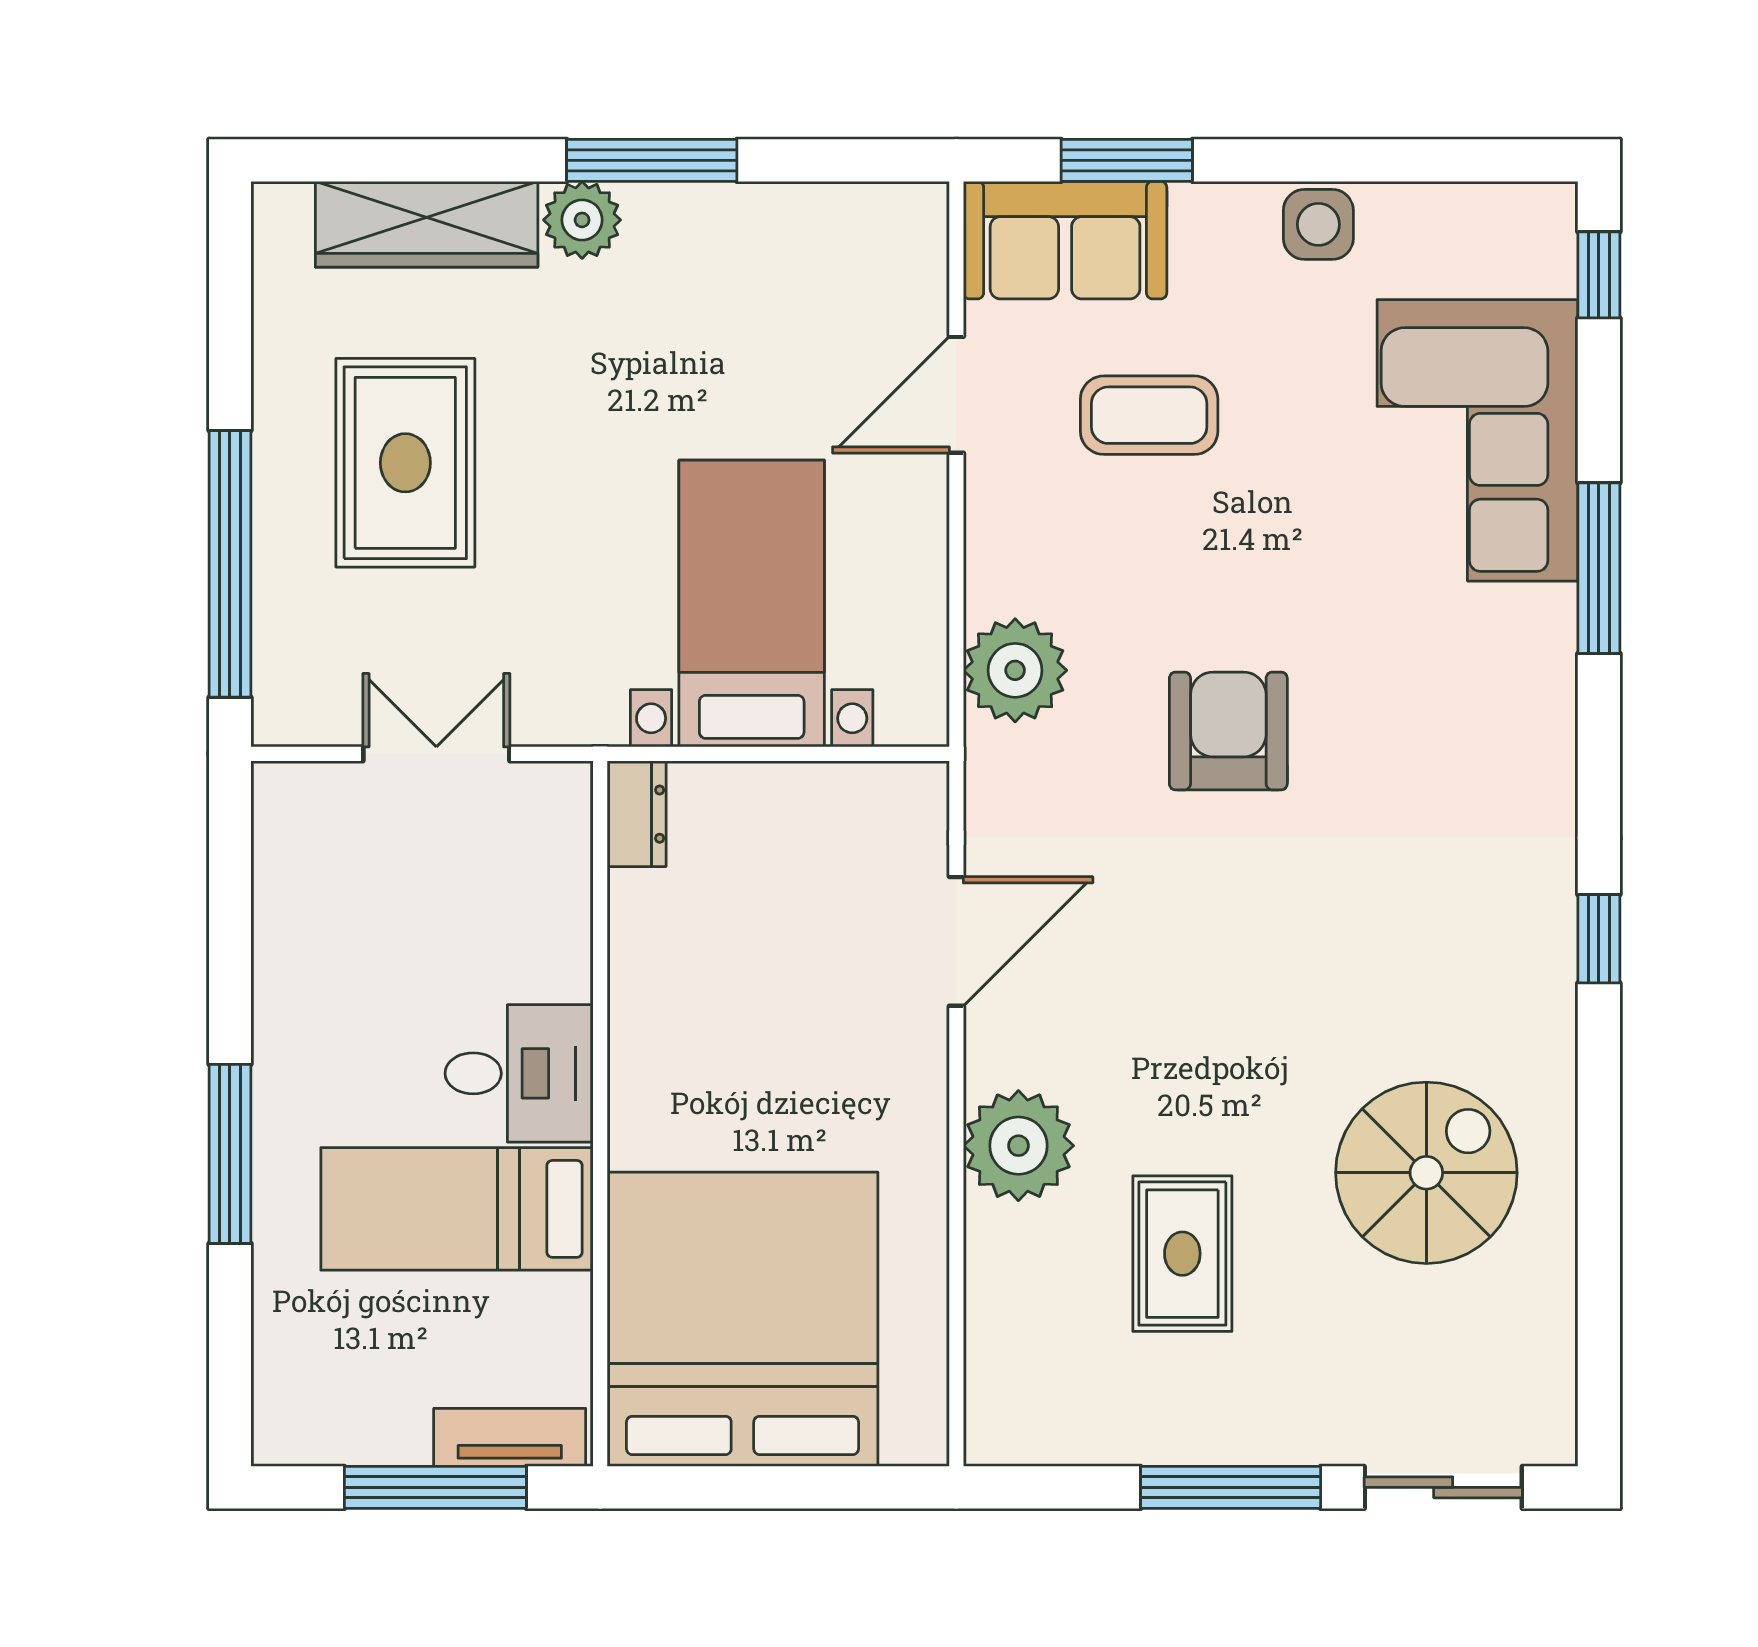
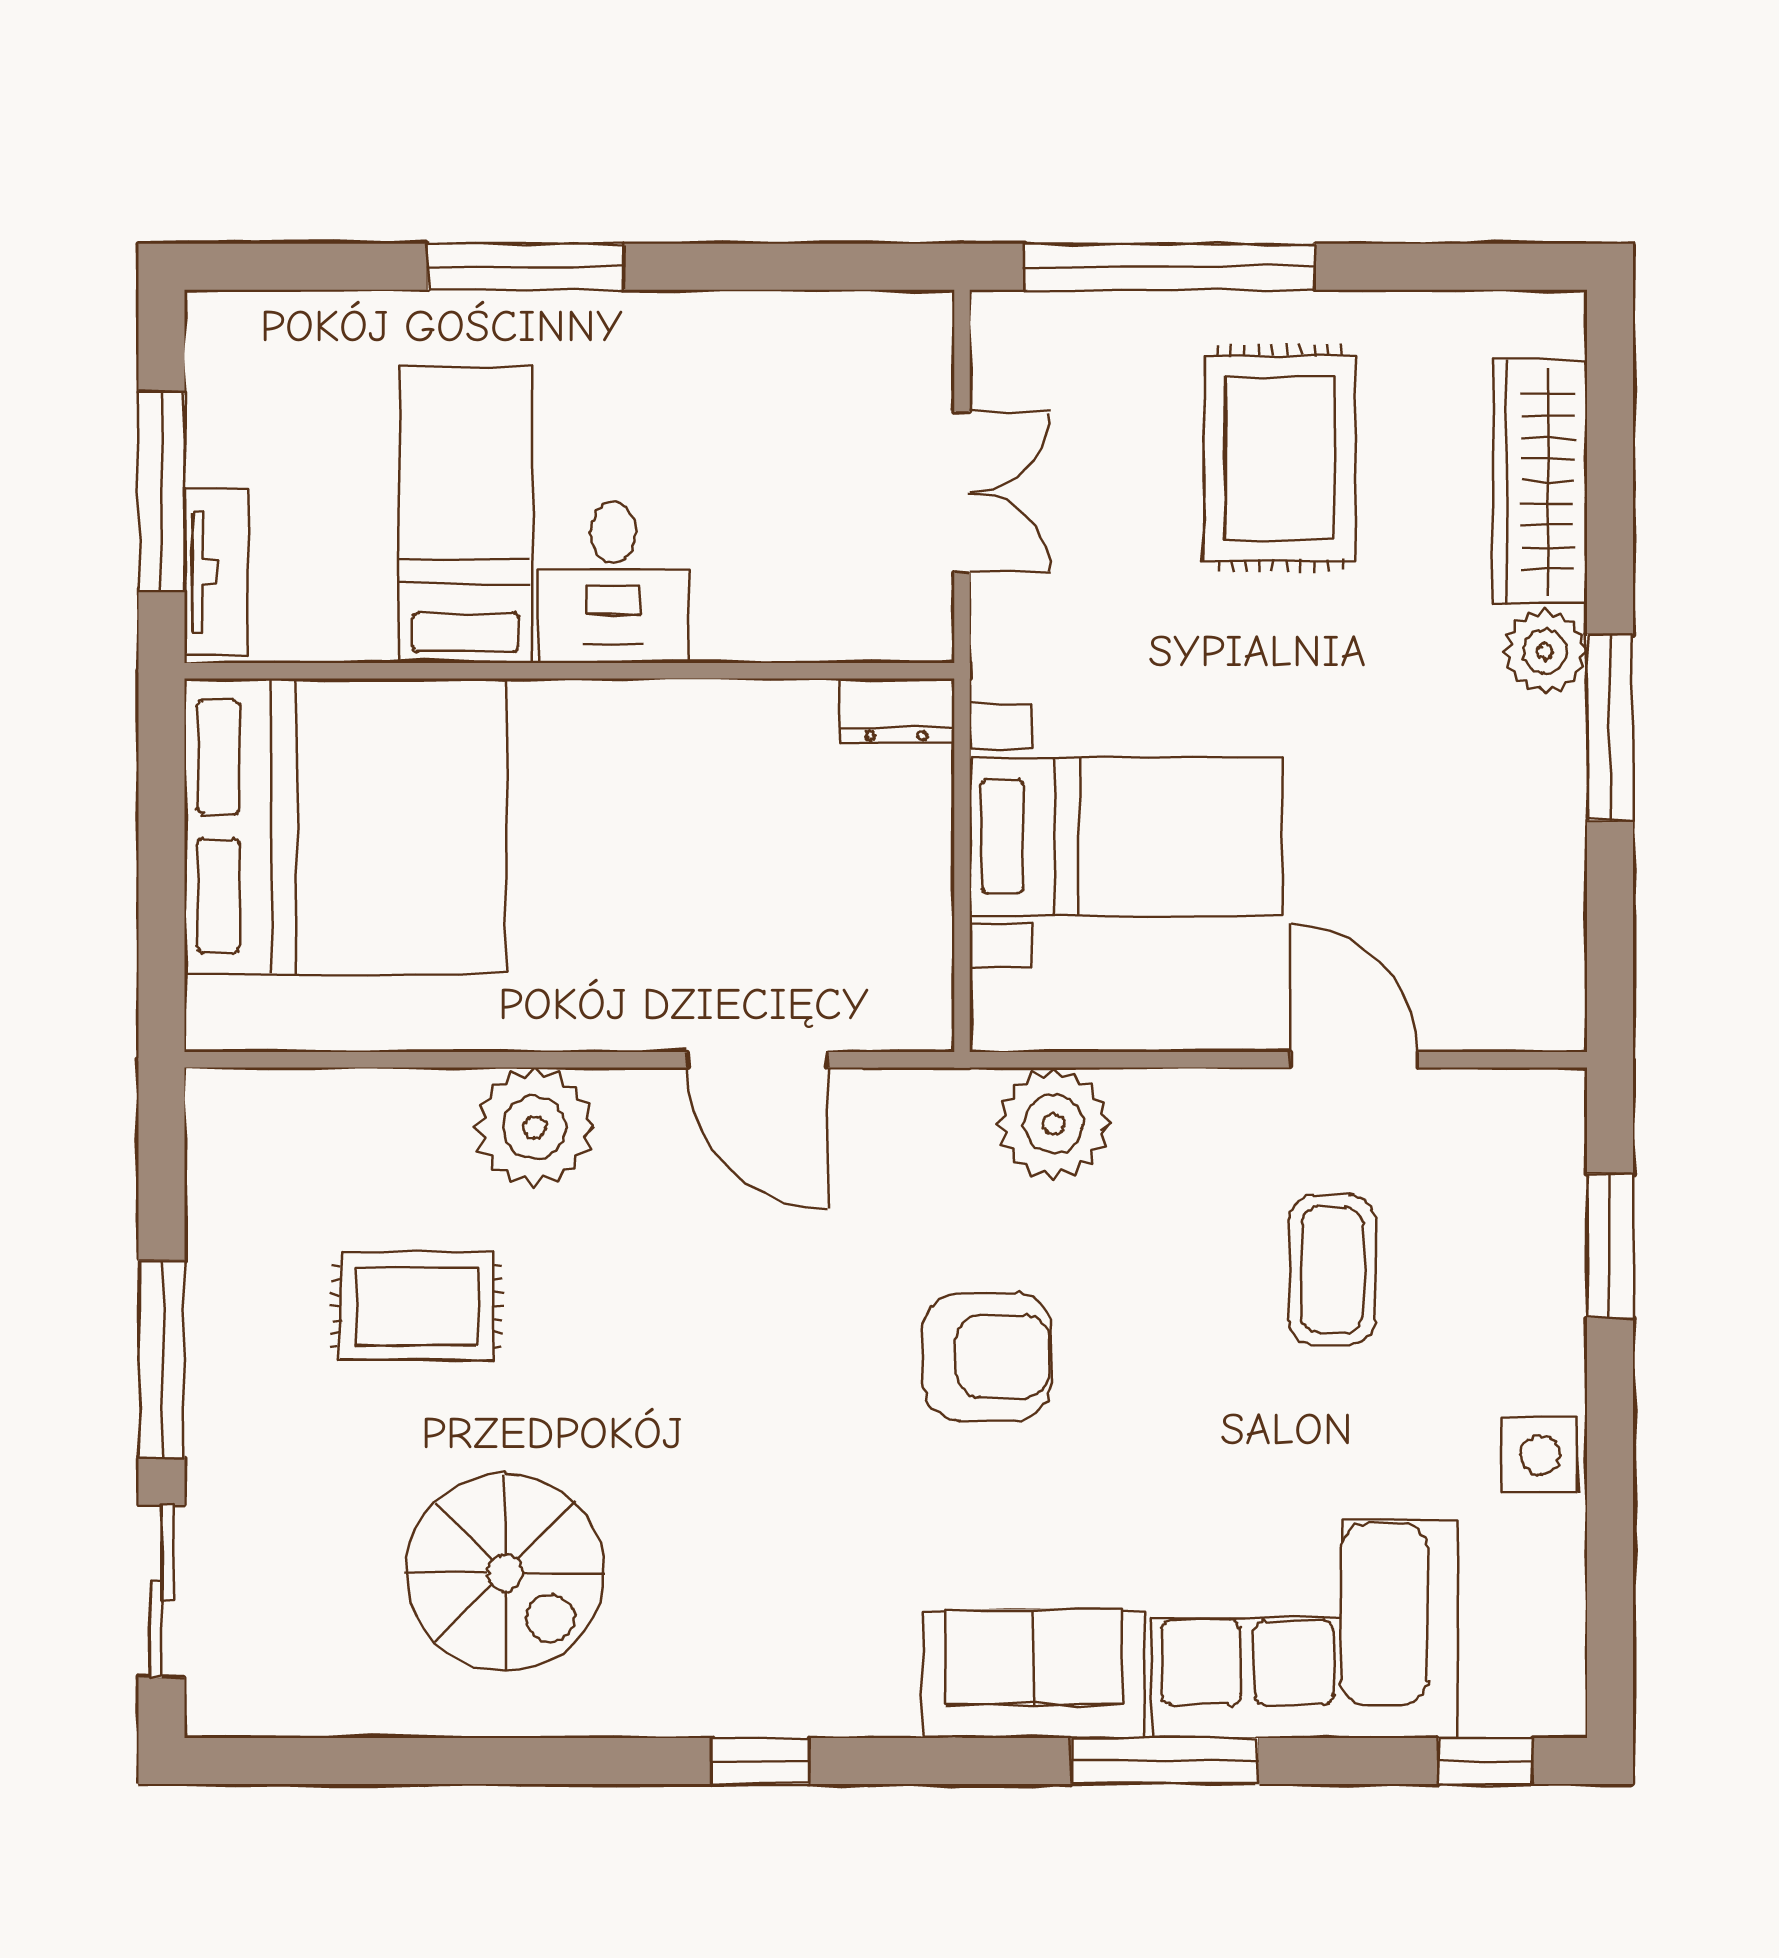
sofa: (1065, 240) -> (1034, 1674), moved, turned 90
rug: (405, 463) -> (1280, 458), turned 90

